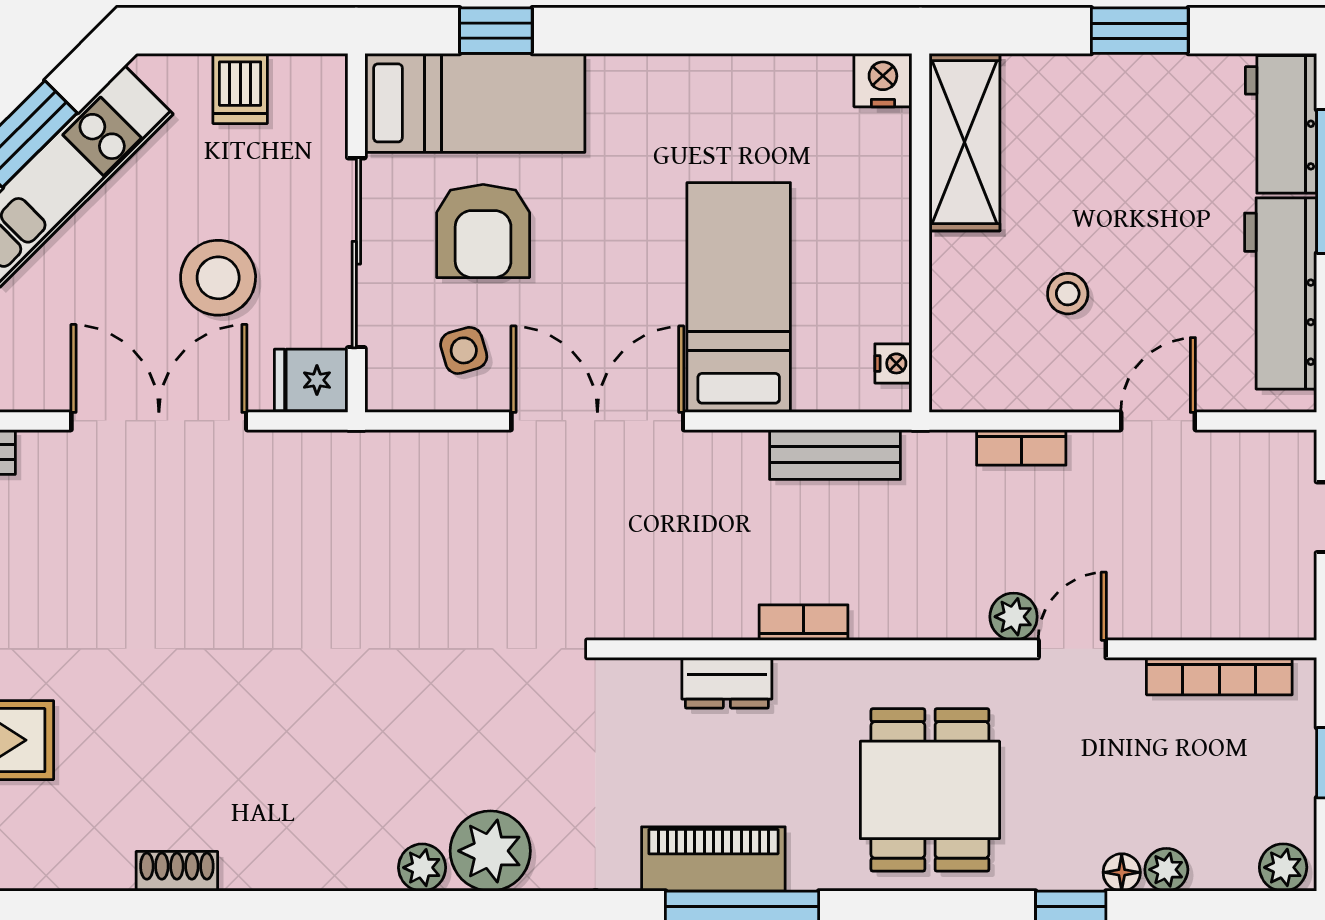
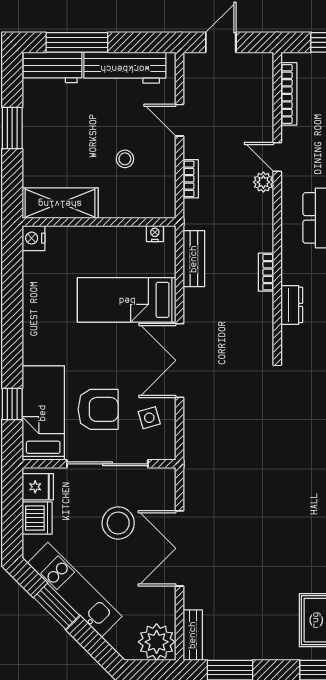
dishwasher: (240, 88) -> (37, 518), width x1.38
fridge: (311, 380) -> (38, 487), moved, turned -90

